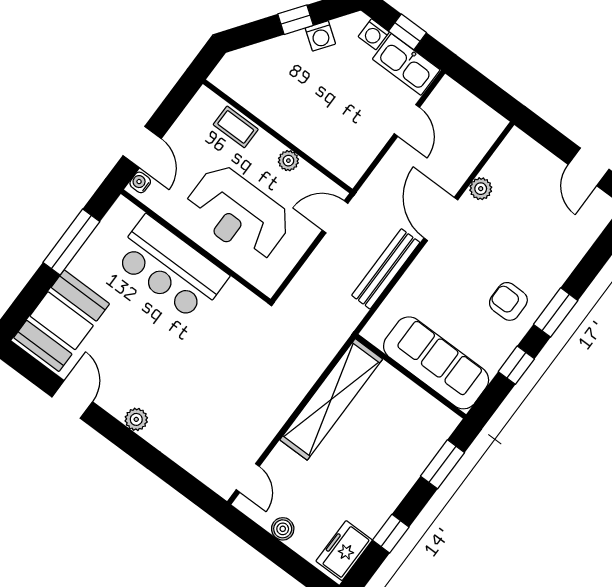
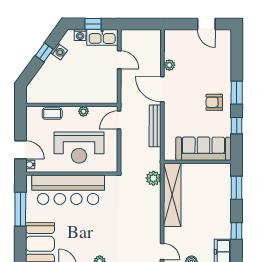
bar counter: (171, 268) -> (68, 190), width x1.36
plant: (321, 351) -> (153, 178), added

